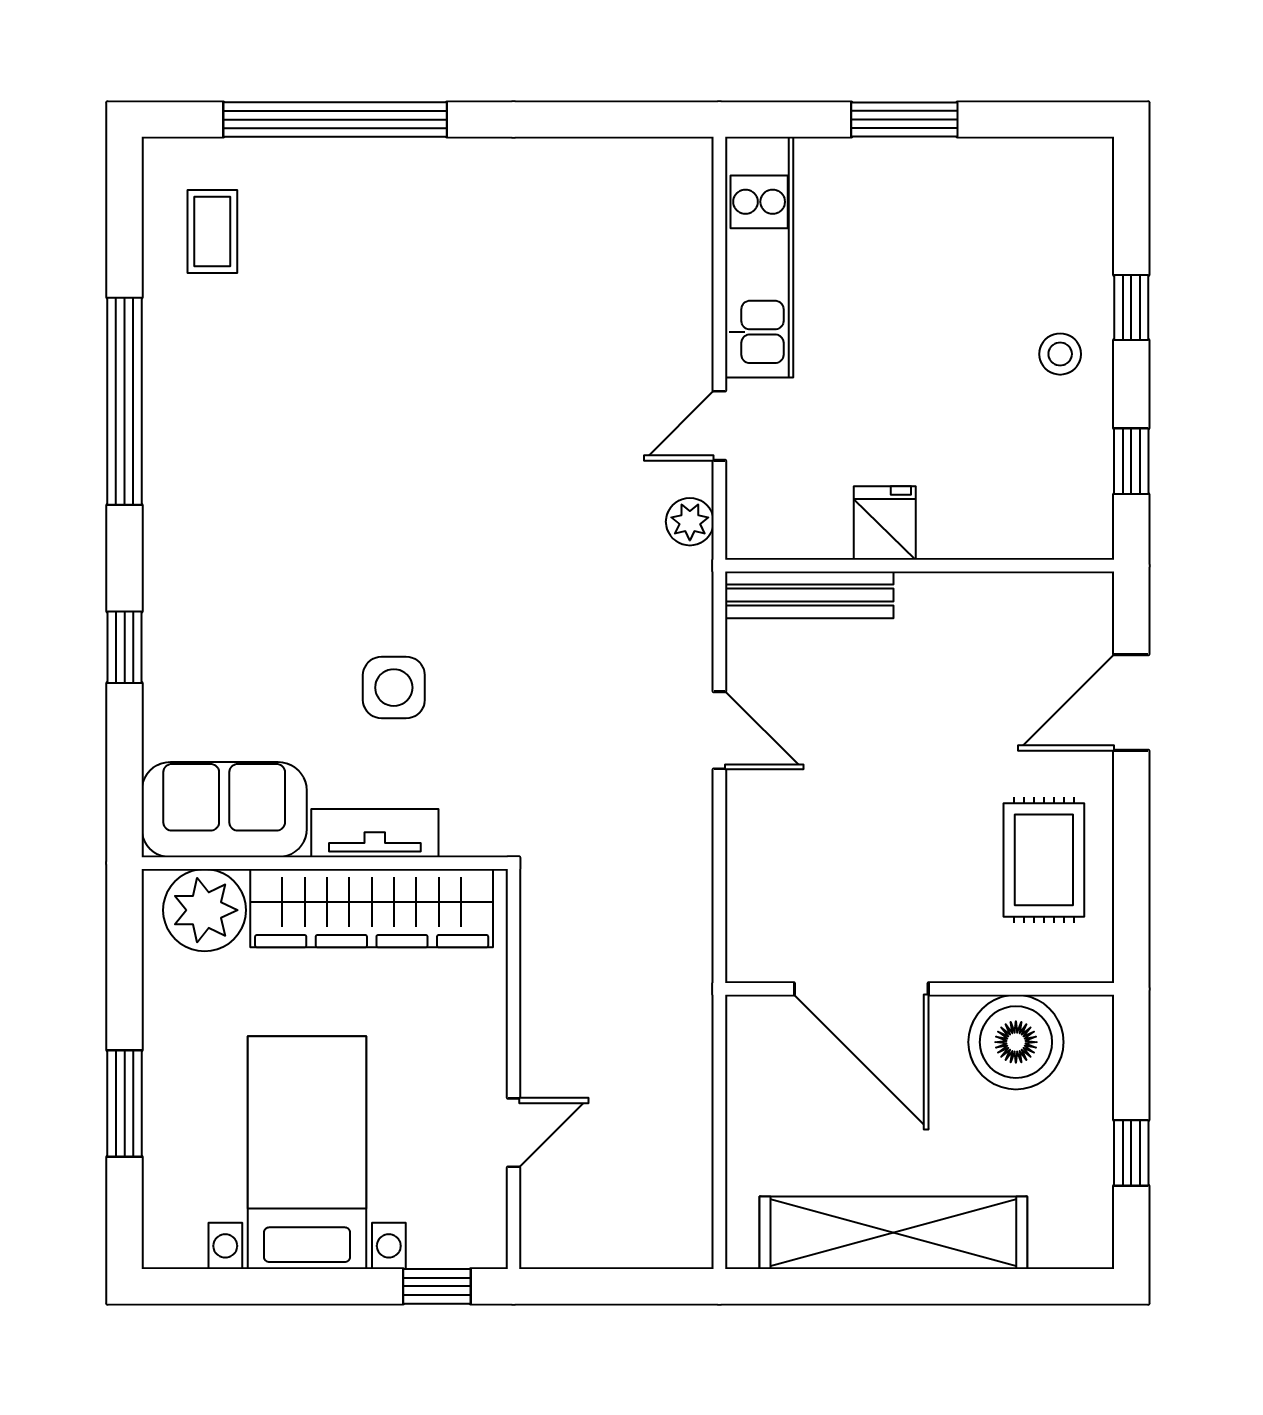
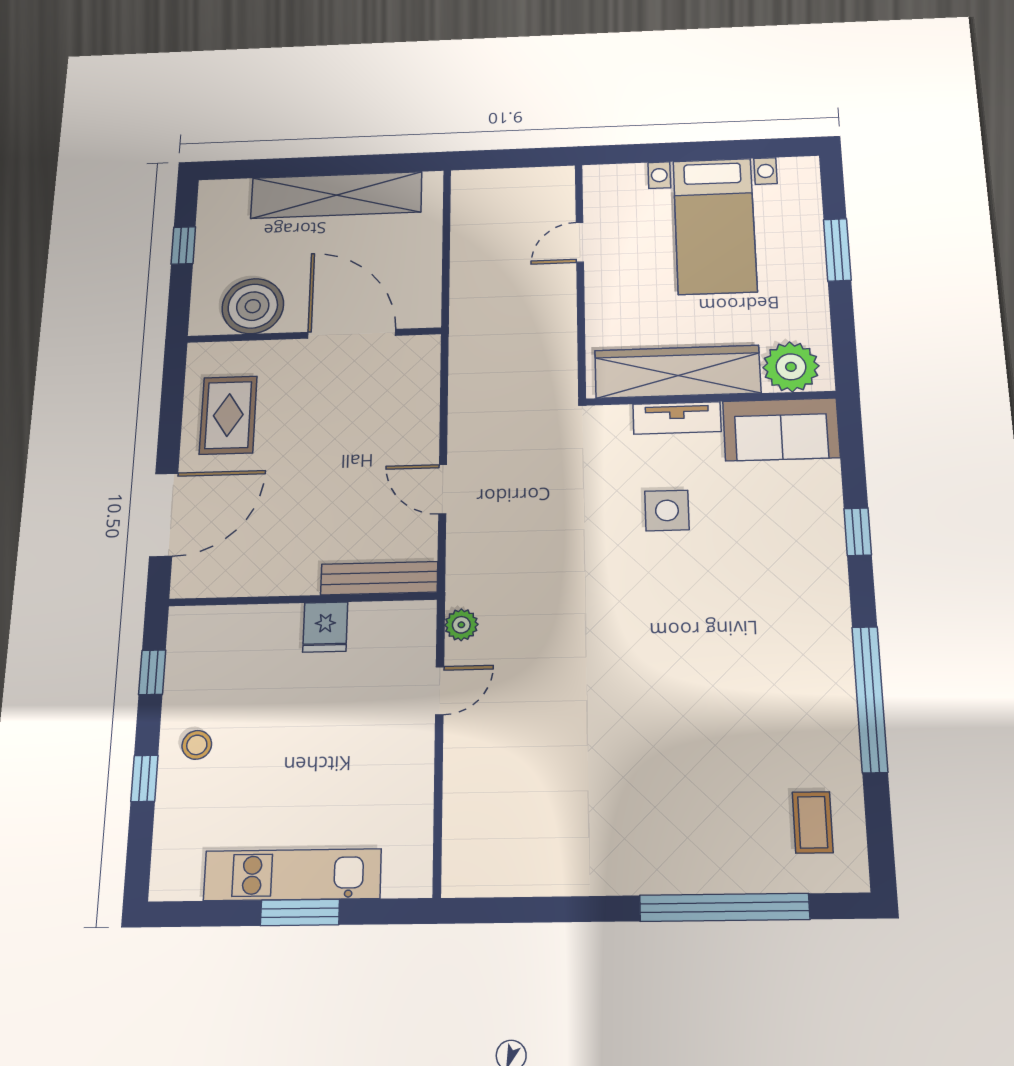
kitchen unit: (759, 257) -> (292, 875), moved, turned 90
door: (1131, 702) -> (164, 515), width x1.36
window: (437, 1286) -> (628, 154), removed

